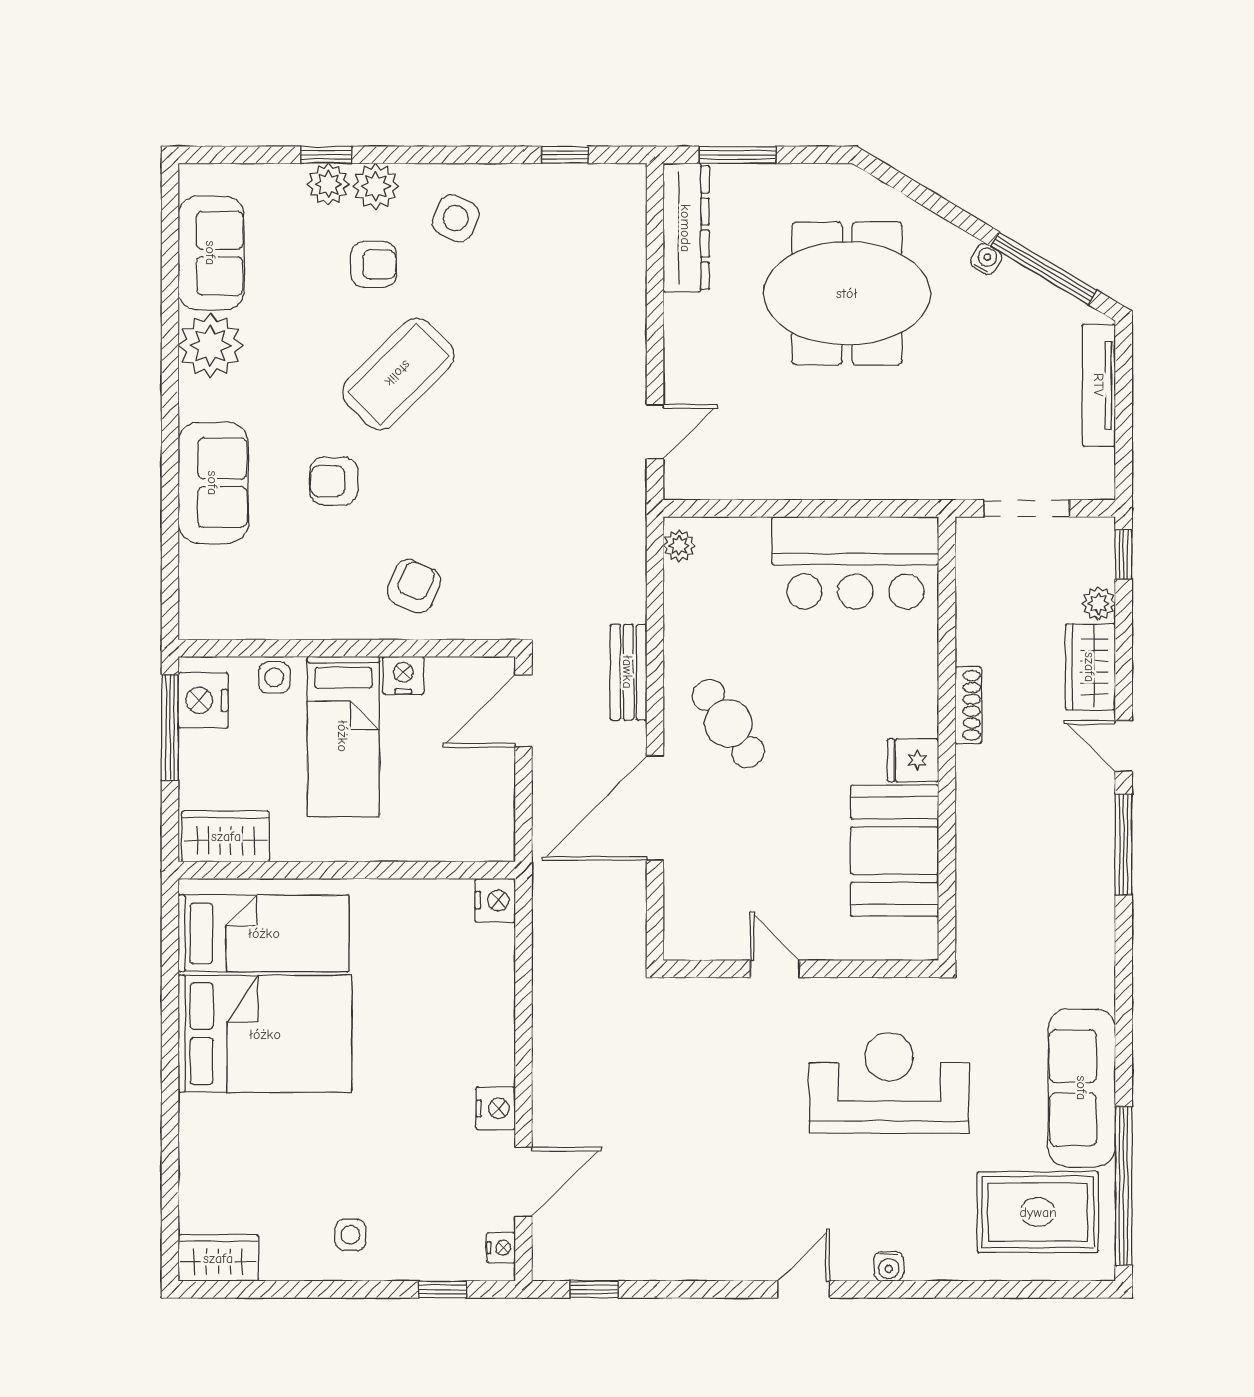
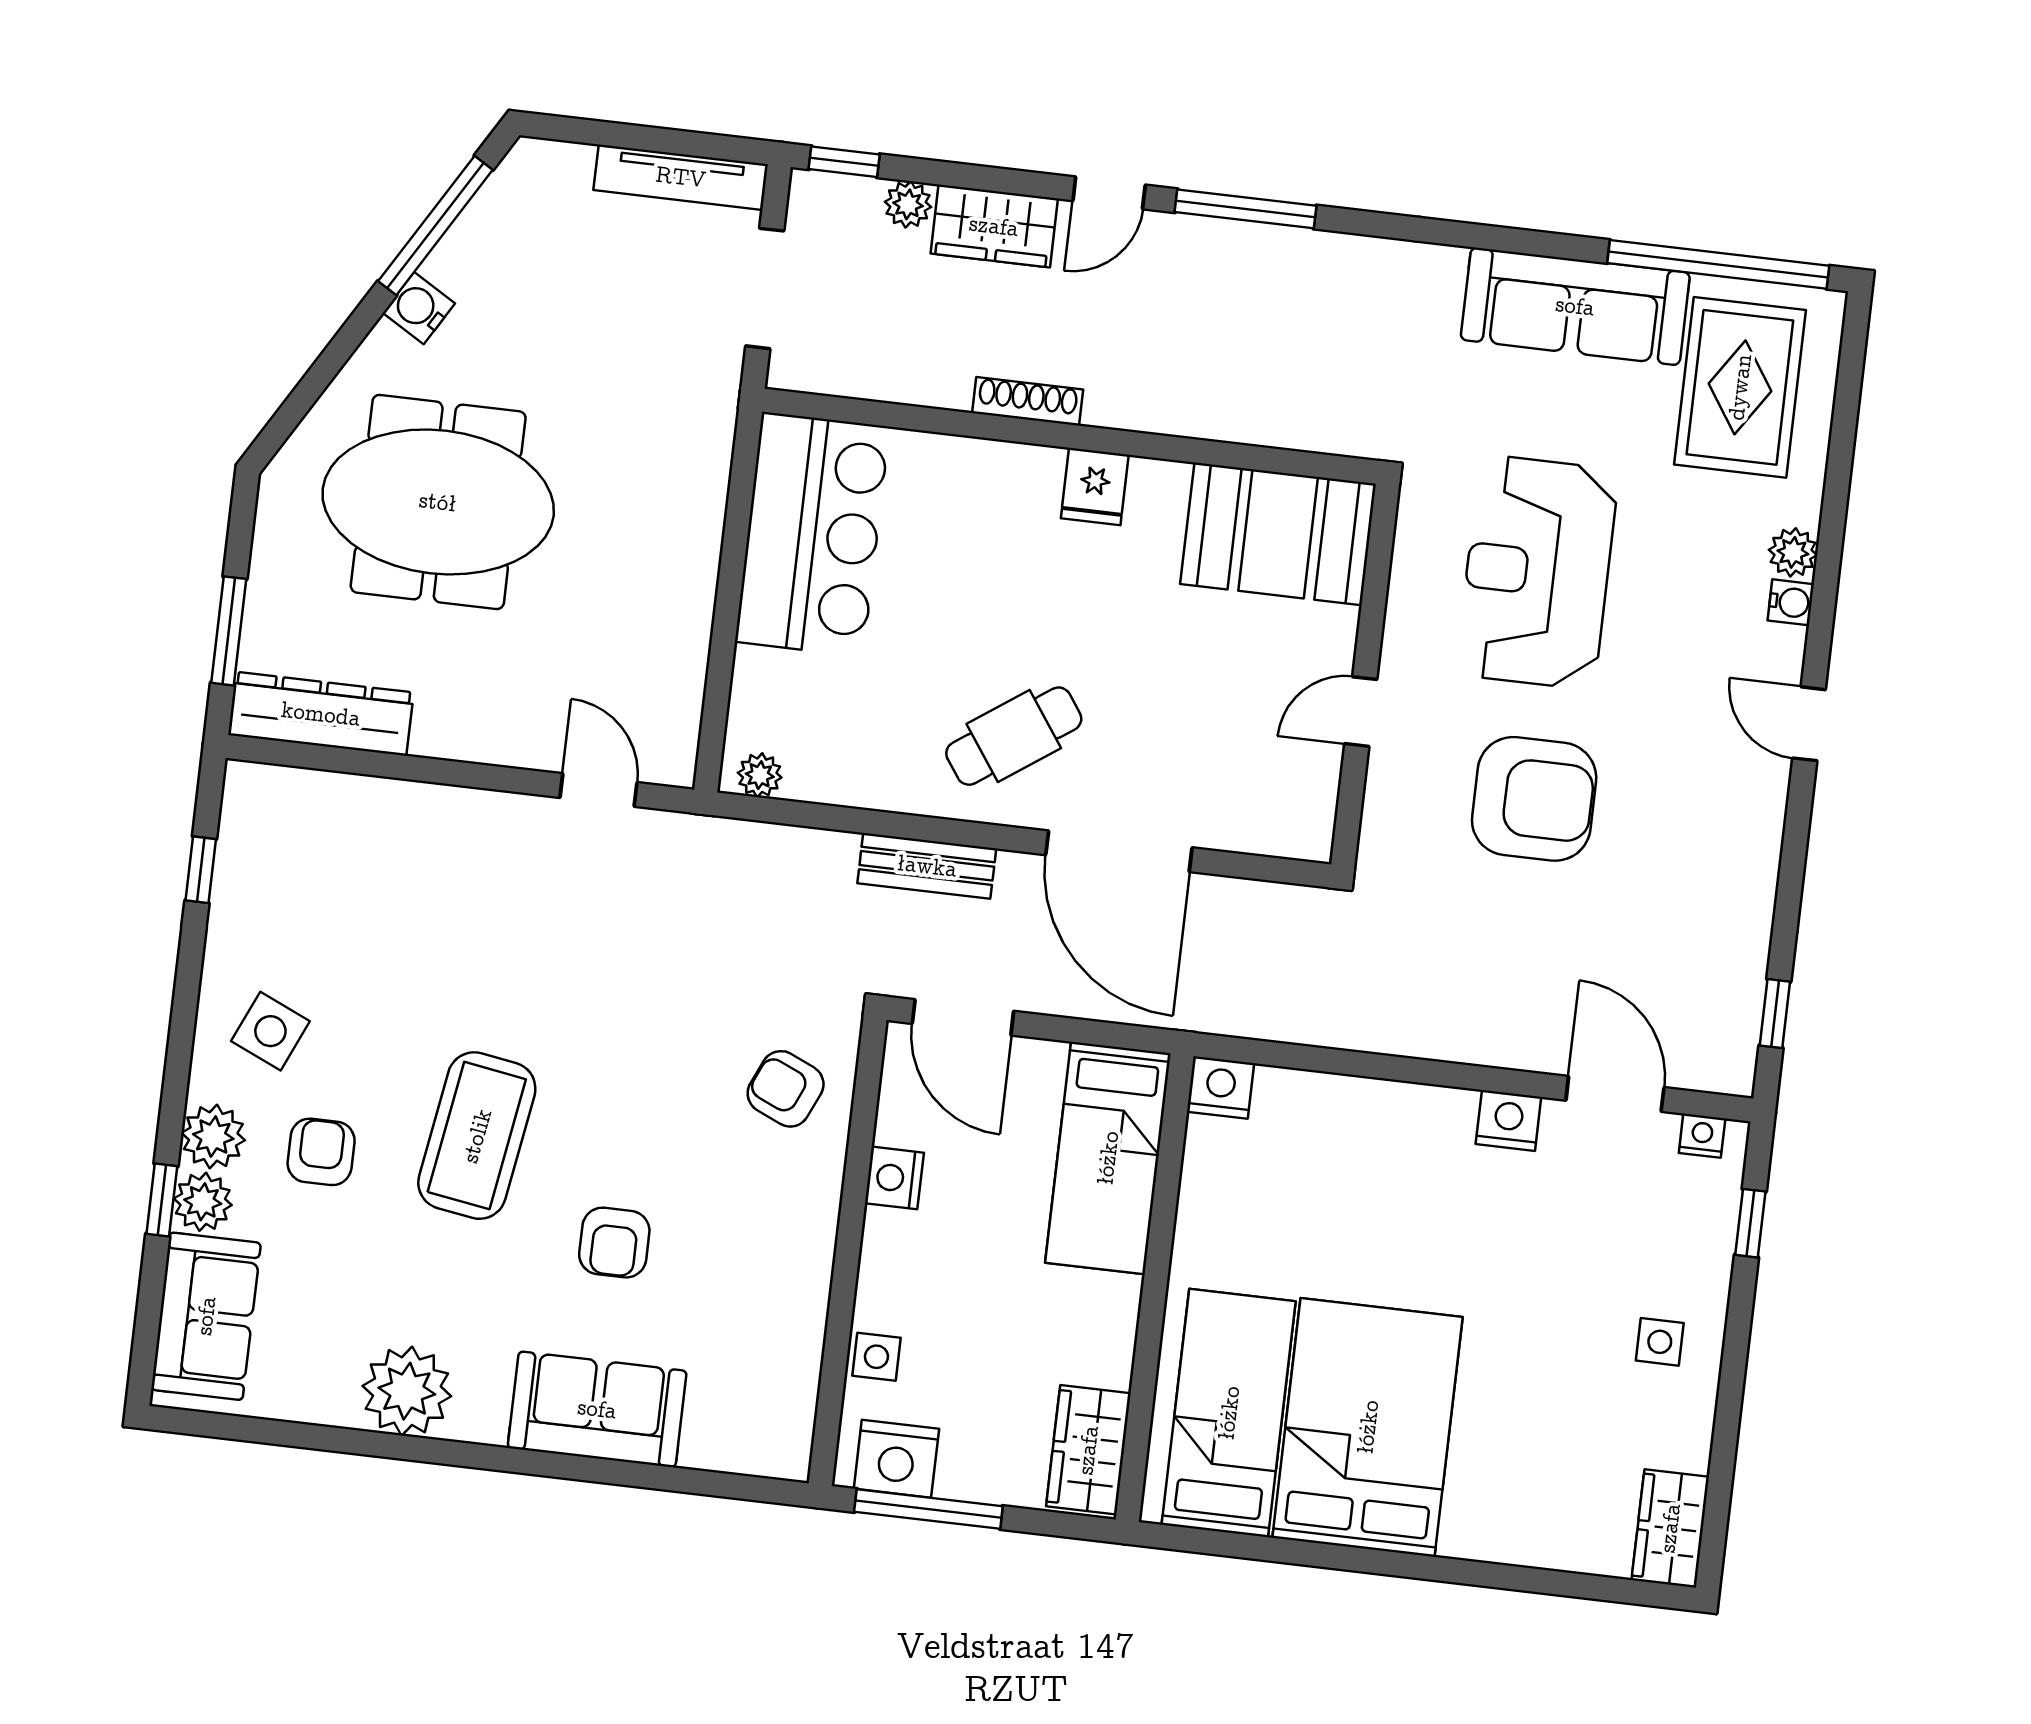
sofa: (211, 253) -> (206, 1316), moved, turned 90
water cooler: (986, 259) -> (419, 308), width x1.38, depth x1.38
meeting table: (847, 293) -> (438, 502), turned 90
coffee table: (398, 374) -> (477, 1136), turned 54
tv unit: (1099, 385) -> (681, 177), moved
armchair: (414, 586) -> (786, 1089), moved
bed: (343, 736) -> (1108, 1158), moved, turned 90
booth: (895, 851) -> (1278, 534), moved
armchair: (727, 1100) -> (1534, 799), added
plant: (925, 1264) -> (1793, 552), added

